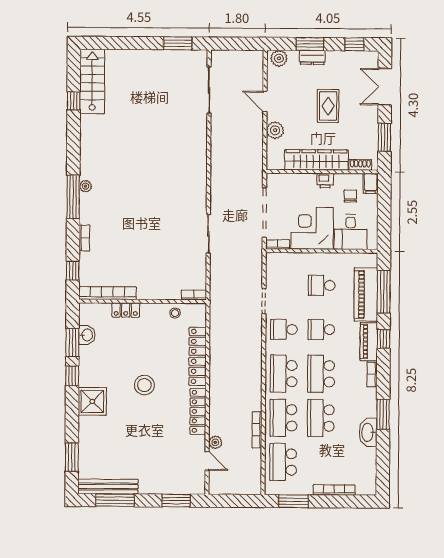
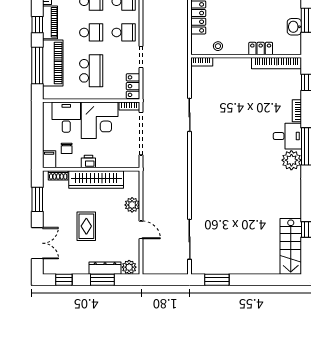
dresser: (312, 57) -> (105, 268), width x1.44
plant: (86, 186) -> (291, 160), width x1.88, depth x1.88
desk: (95, 209) -> (287, 136), added
locker: (273, 267) -> (133, 86), added
school desk: (322, 285) -> (91, 71), width x1.85

